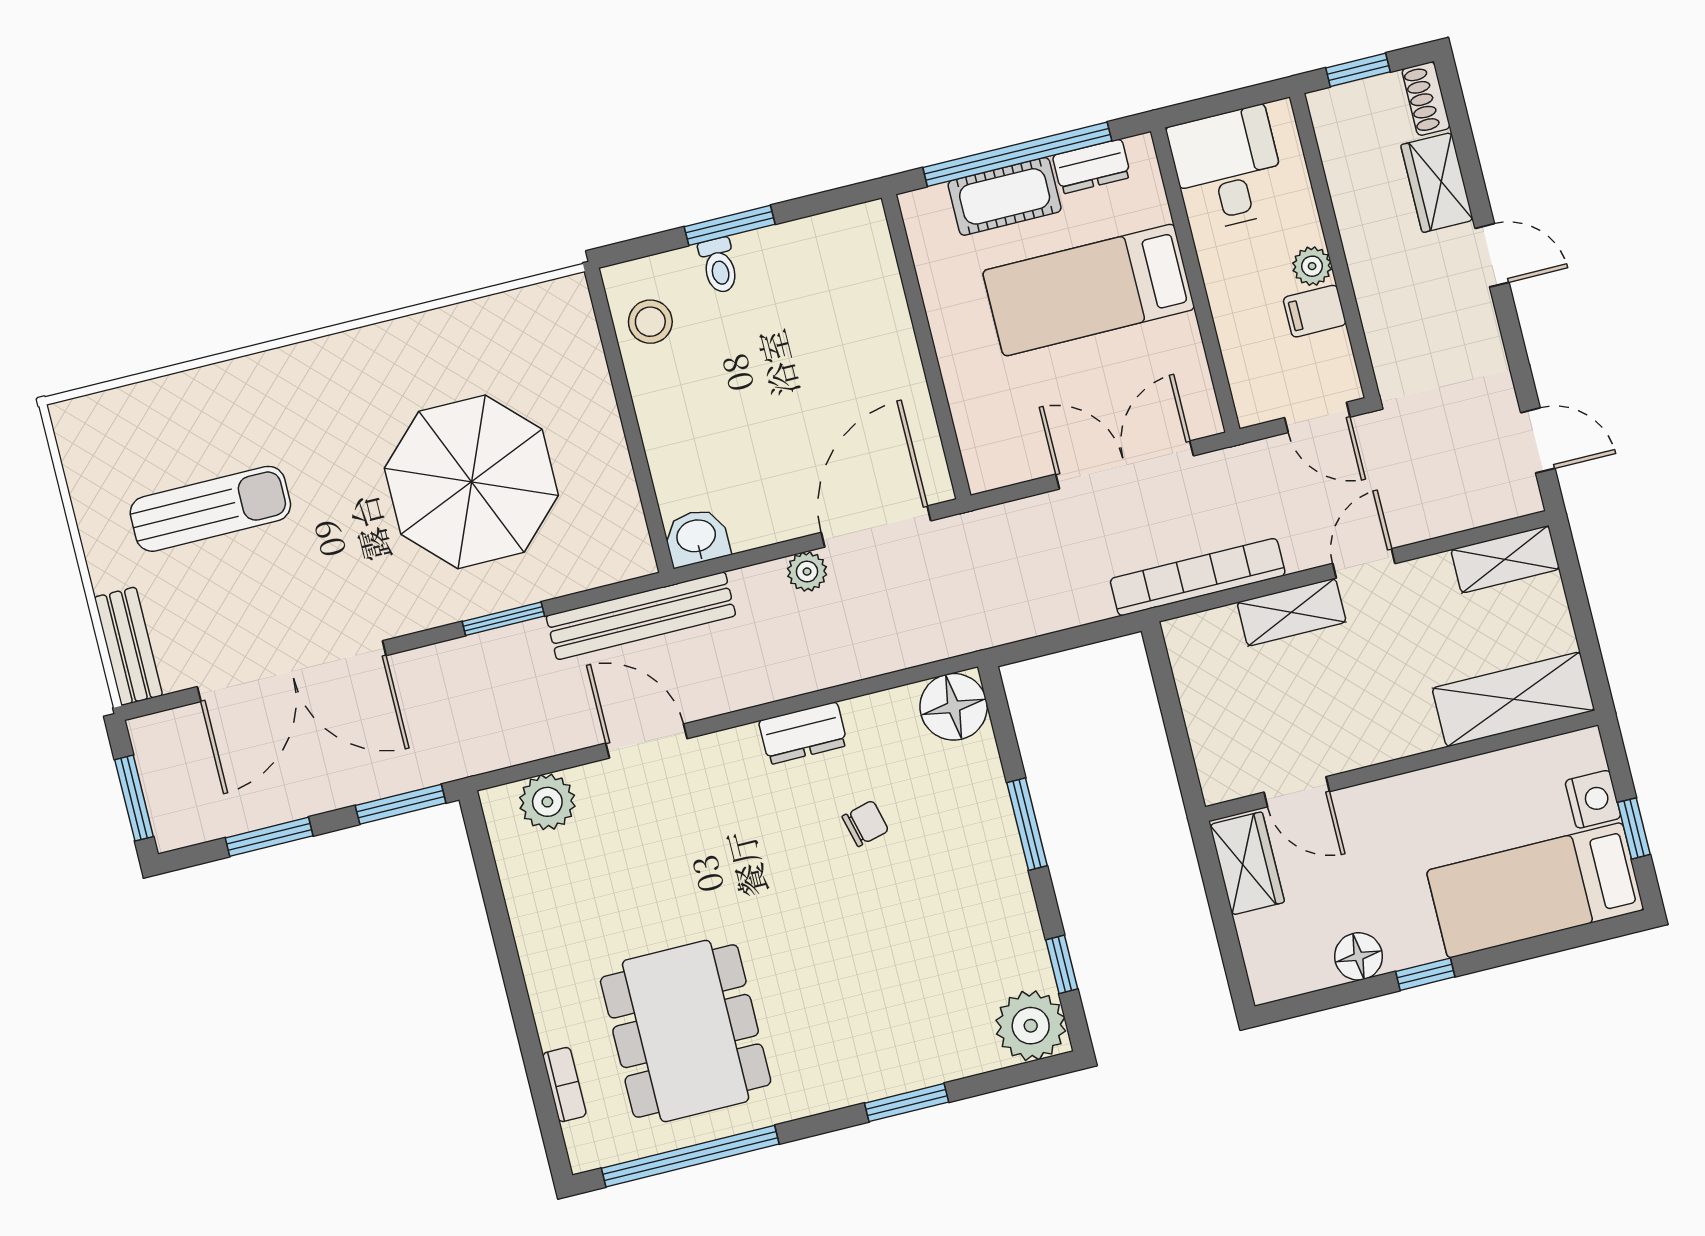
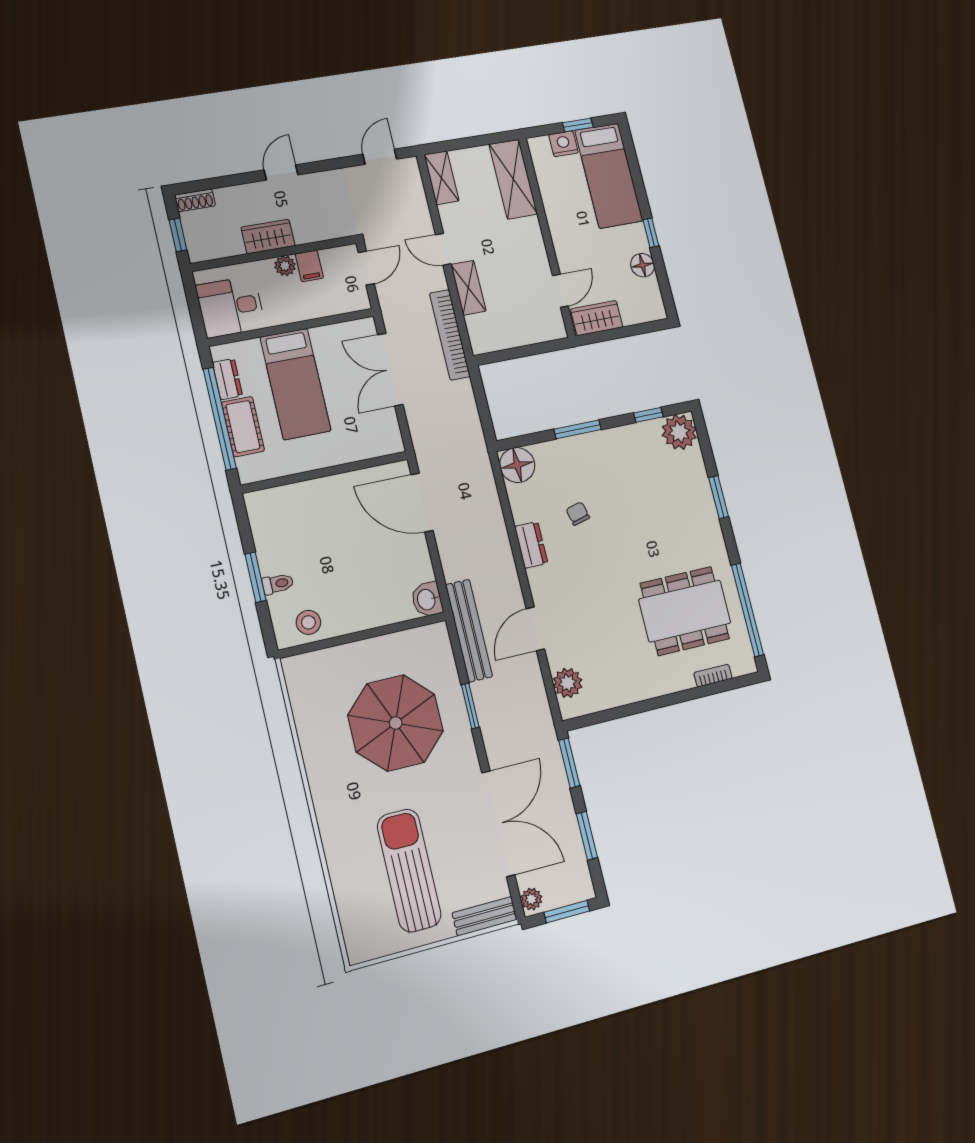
wardrobe: (1437, 182) -> (268, 237), moved, turned 180
sun lounger: (210, 509) -> (409, 870), width x1.36, depth x1.34
plant: (807, 572) -> (531, 899), moved

